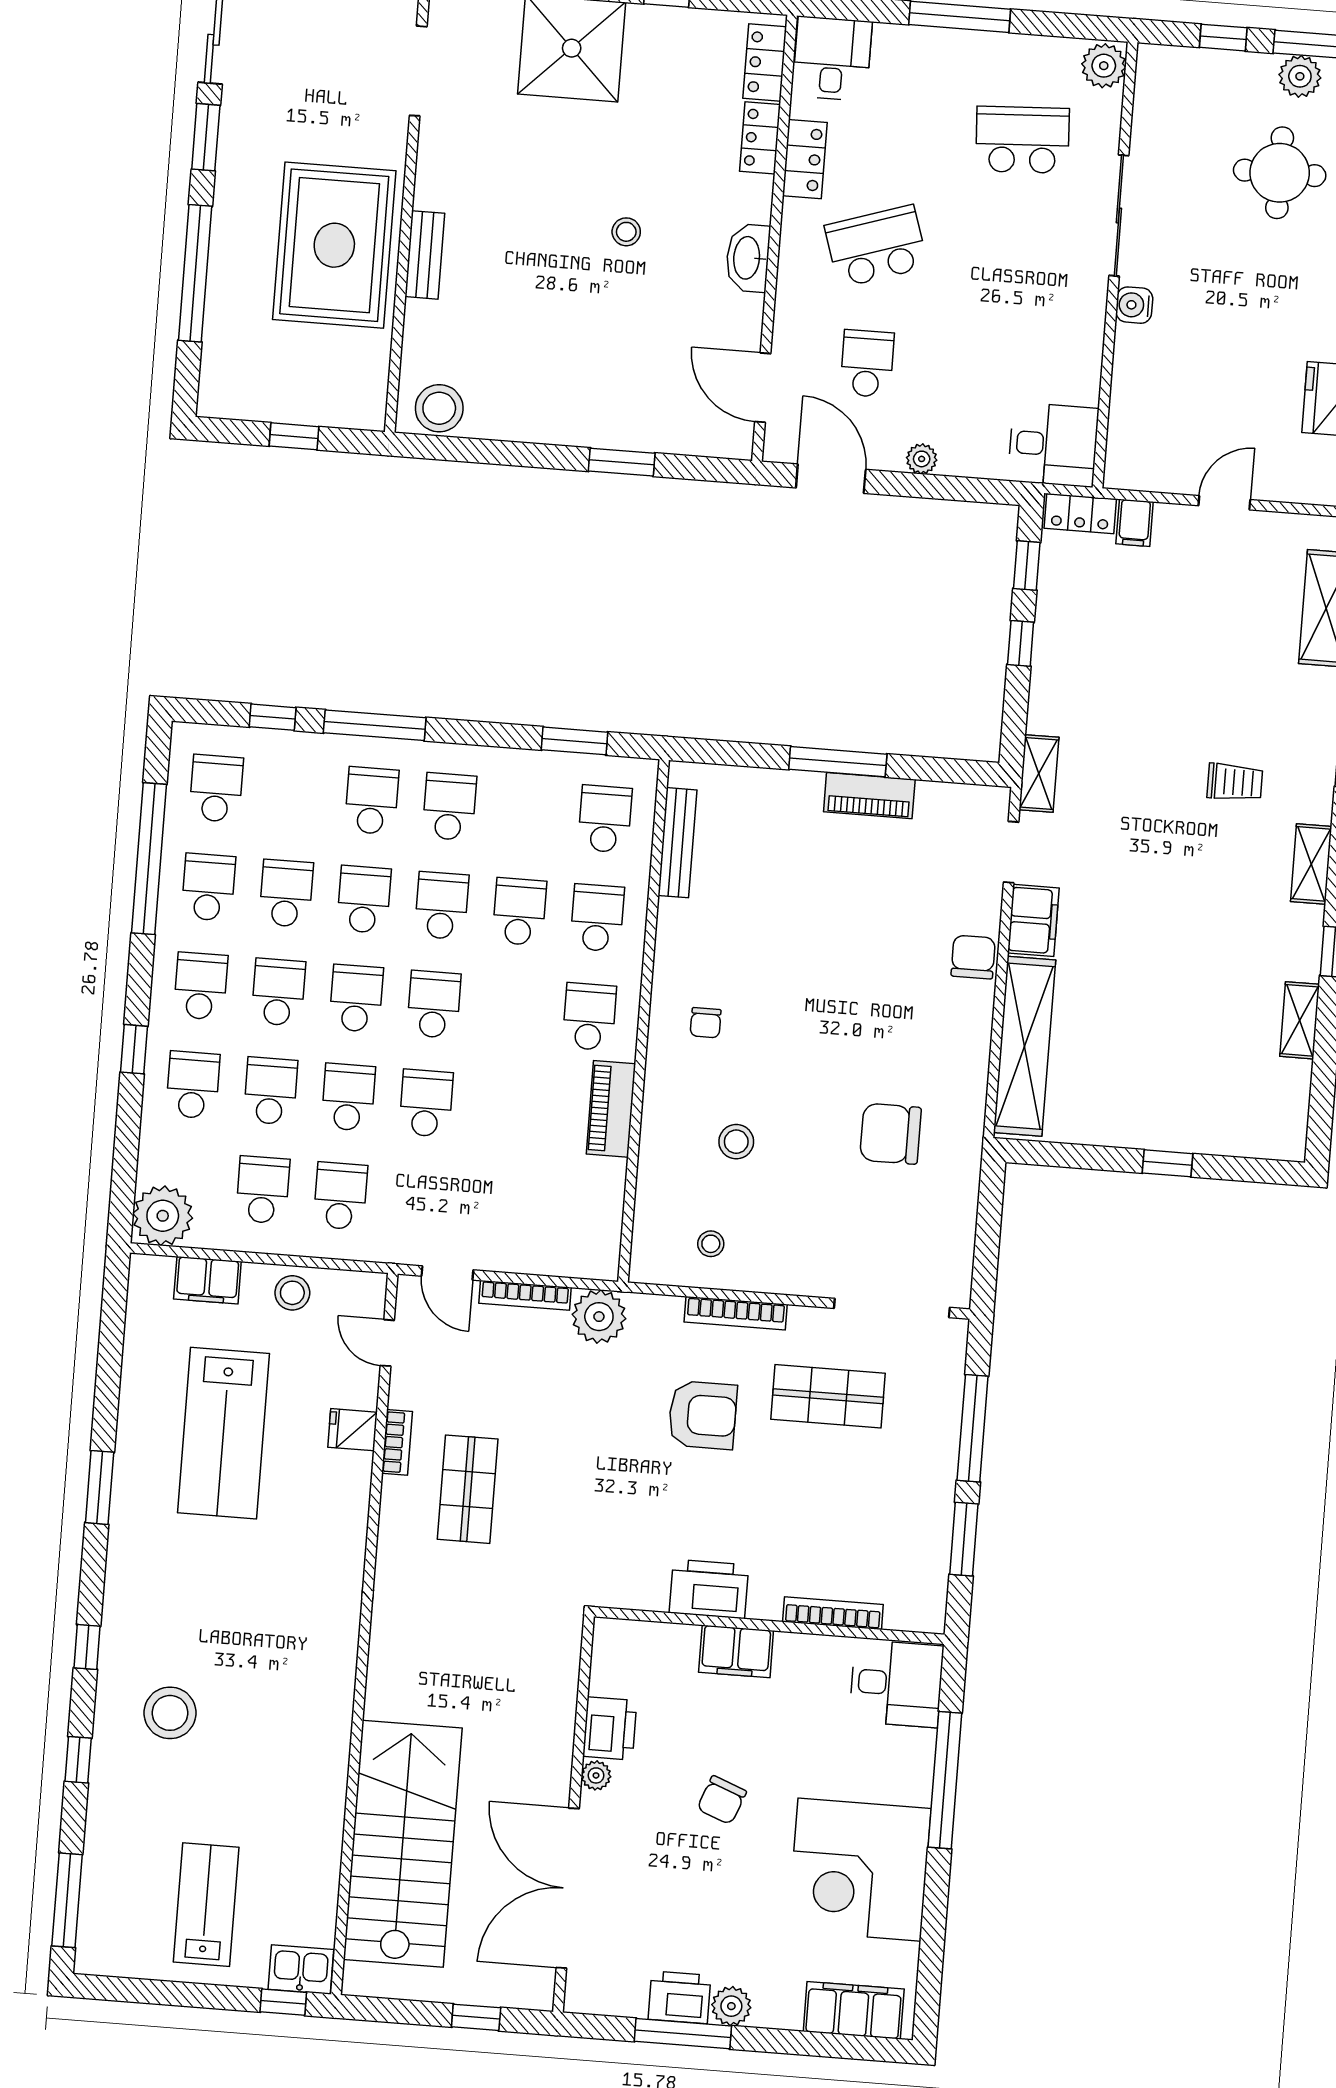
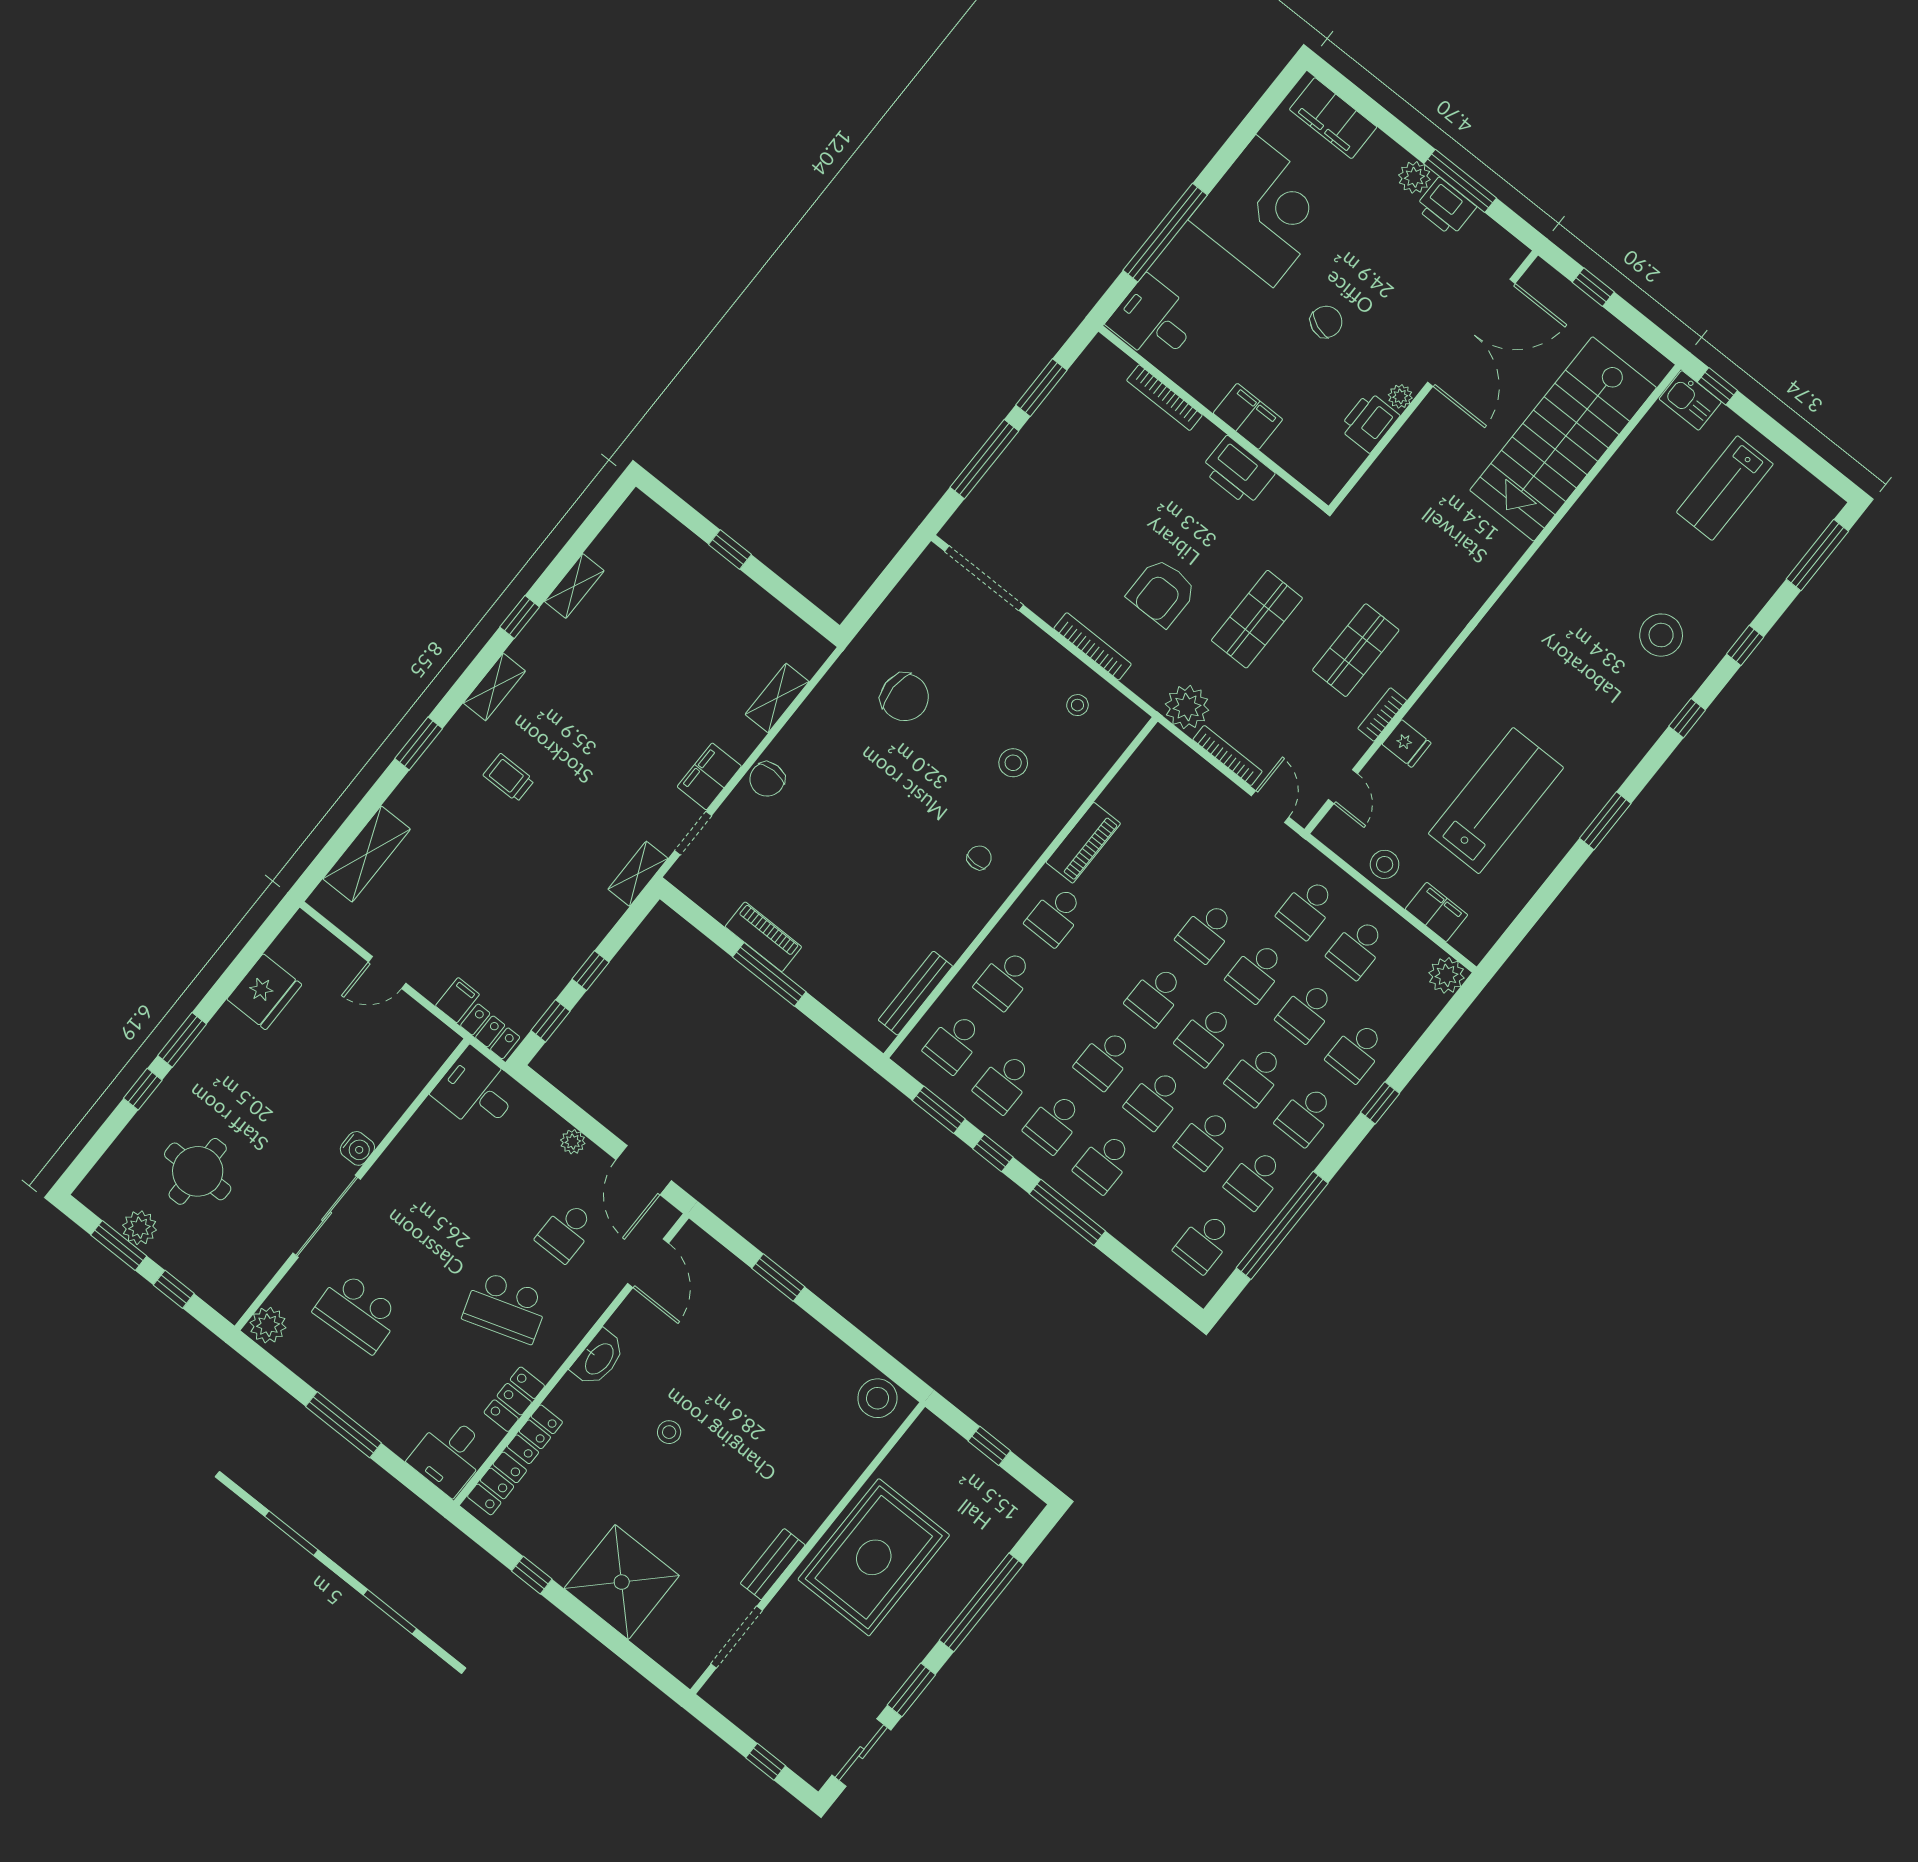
bench: (425, 255) -> (773, 1564), moved
window: (273, 717) -> (993, 1153), moved
school desk: (519, 912) -> (1004, 1083), moved
shelving: (1025, 1046) -> (777, 698), width x0.45, depth x0.75
plant: (163, 1216) -> (1447, 975), width x0.73, depth x0.73
shop shelf: (828, 1396) -> (1257, 619), moved, turned 90
armchair: (703, 1415) -> (1162, 592), turned -90

